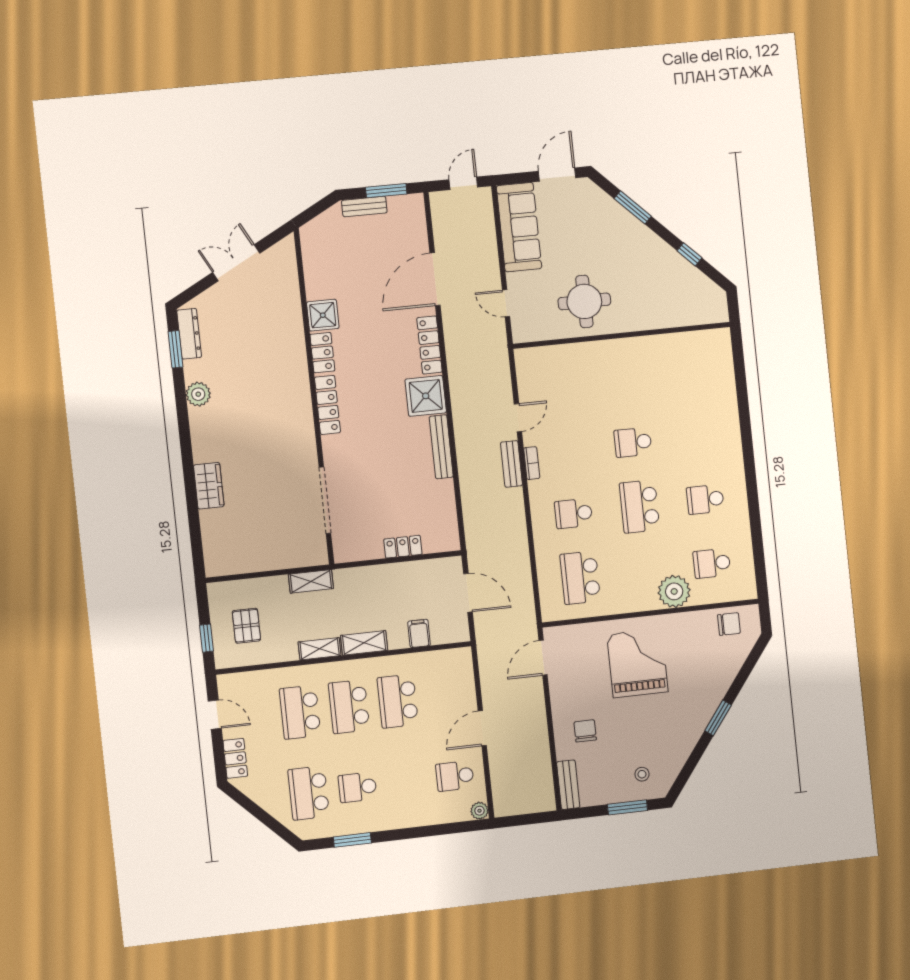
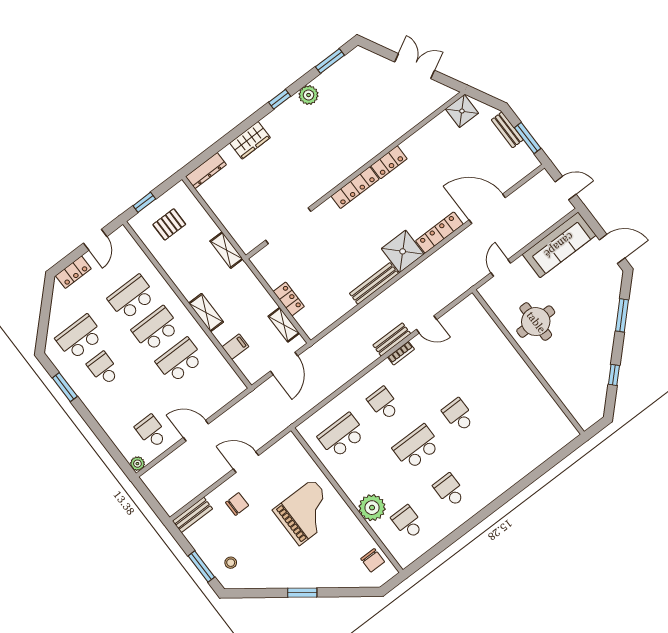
shower: (323, 315) -> (462, 111), moved
dresser: (189, 334) -> (206, 171), moved
window: (184, 428) -> (280, 99), added
shelving: (320, 649) -> (284, 325), moved
door: (543, 658) -> (246, 462), moved

